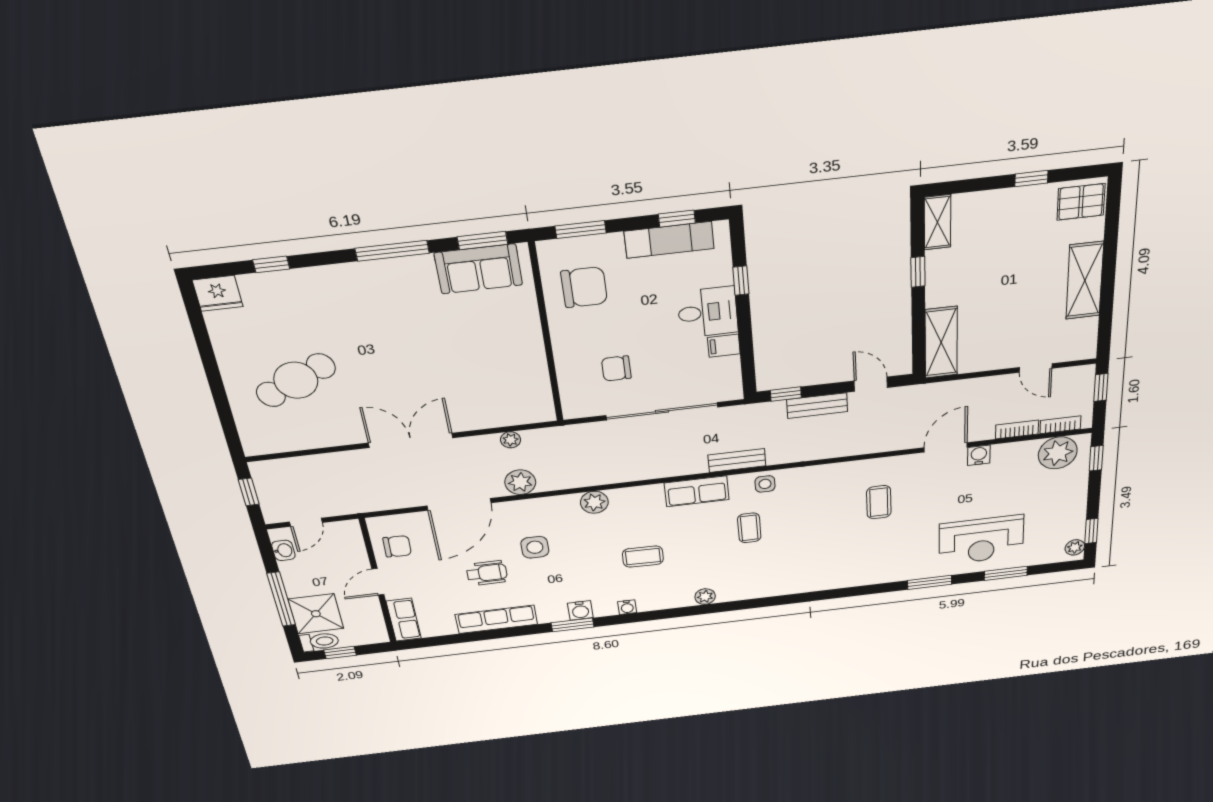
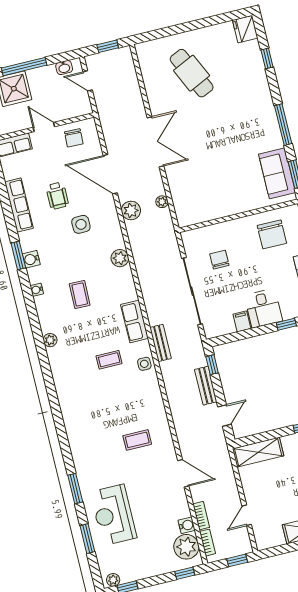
water cooler: (979, 455) -> (187, 525), moved

